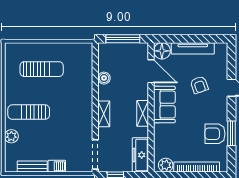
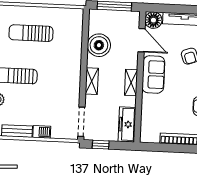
sun lounger: (42, 69) -> (31, 33), turned 180
boiler: (104, 78) -> (99, 45), width x1.86, depth x1.86
plant: (166, 165) -> (152, 136), removed

